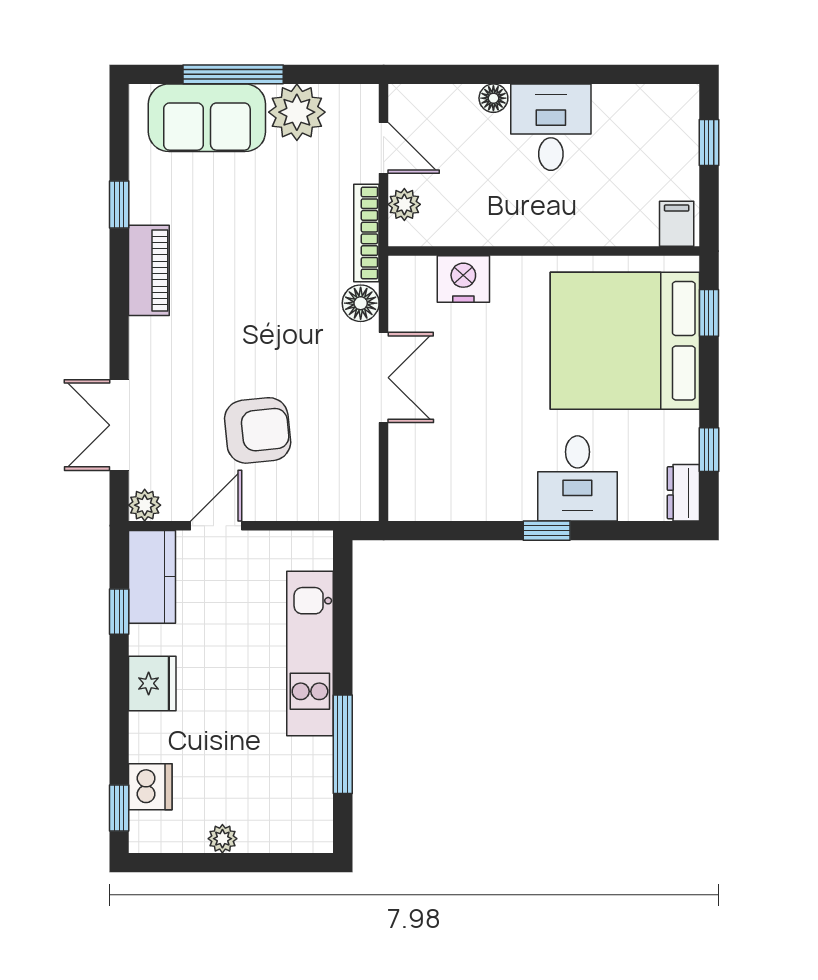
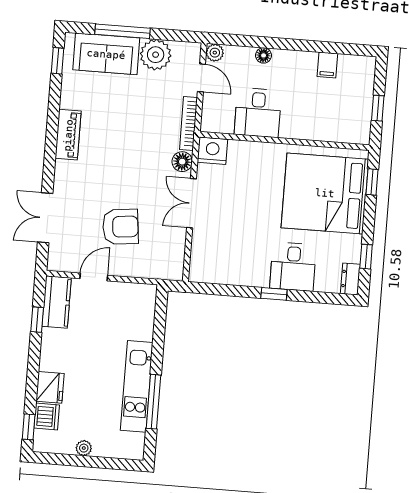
desk: (551, 127) -> (258, 113), moved, turned 180
window: (709, 143) -> (378, 108), moved
plant: (404, 204) -> (215, 53), moved
window: (119, 205) -> (58, 61), moved
filing cabinet: (677, 224) -> (327, 65), moved, turned 180
nightstand: (463, 279) -> (212, 151), moved
double door: (384, 378) -> (192, 203), swing flipped
plant: (145, 505) -> (56, 263), removed
kitchen unit: (310, 653) -> (137, 386), moved
fridge: (152, 683) -> (50, 387), moved

